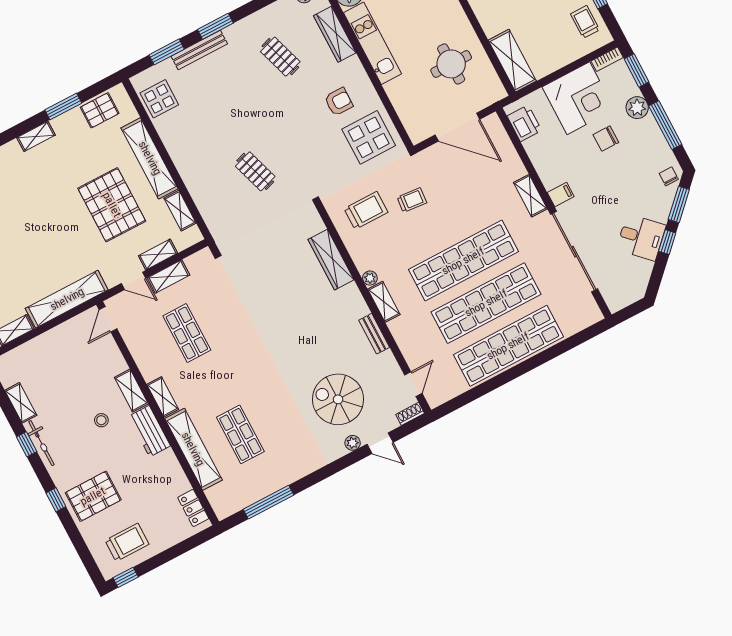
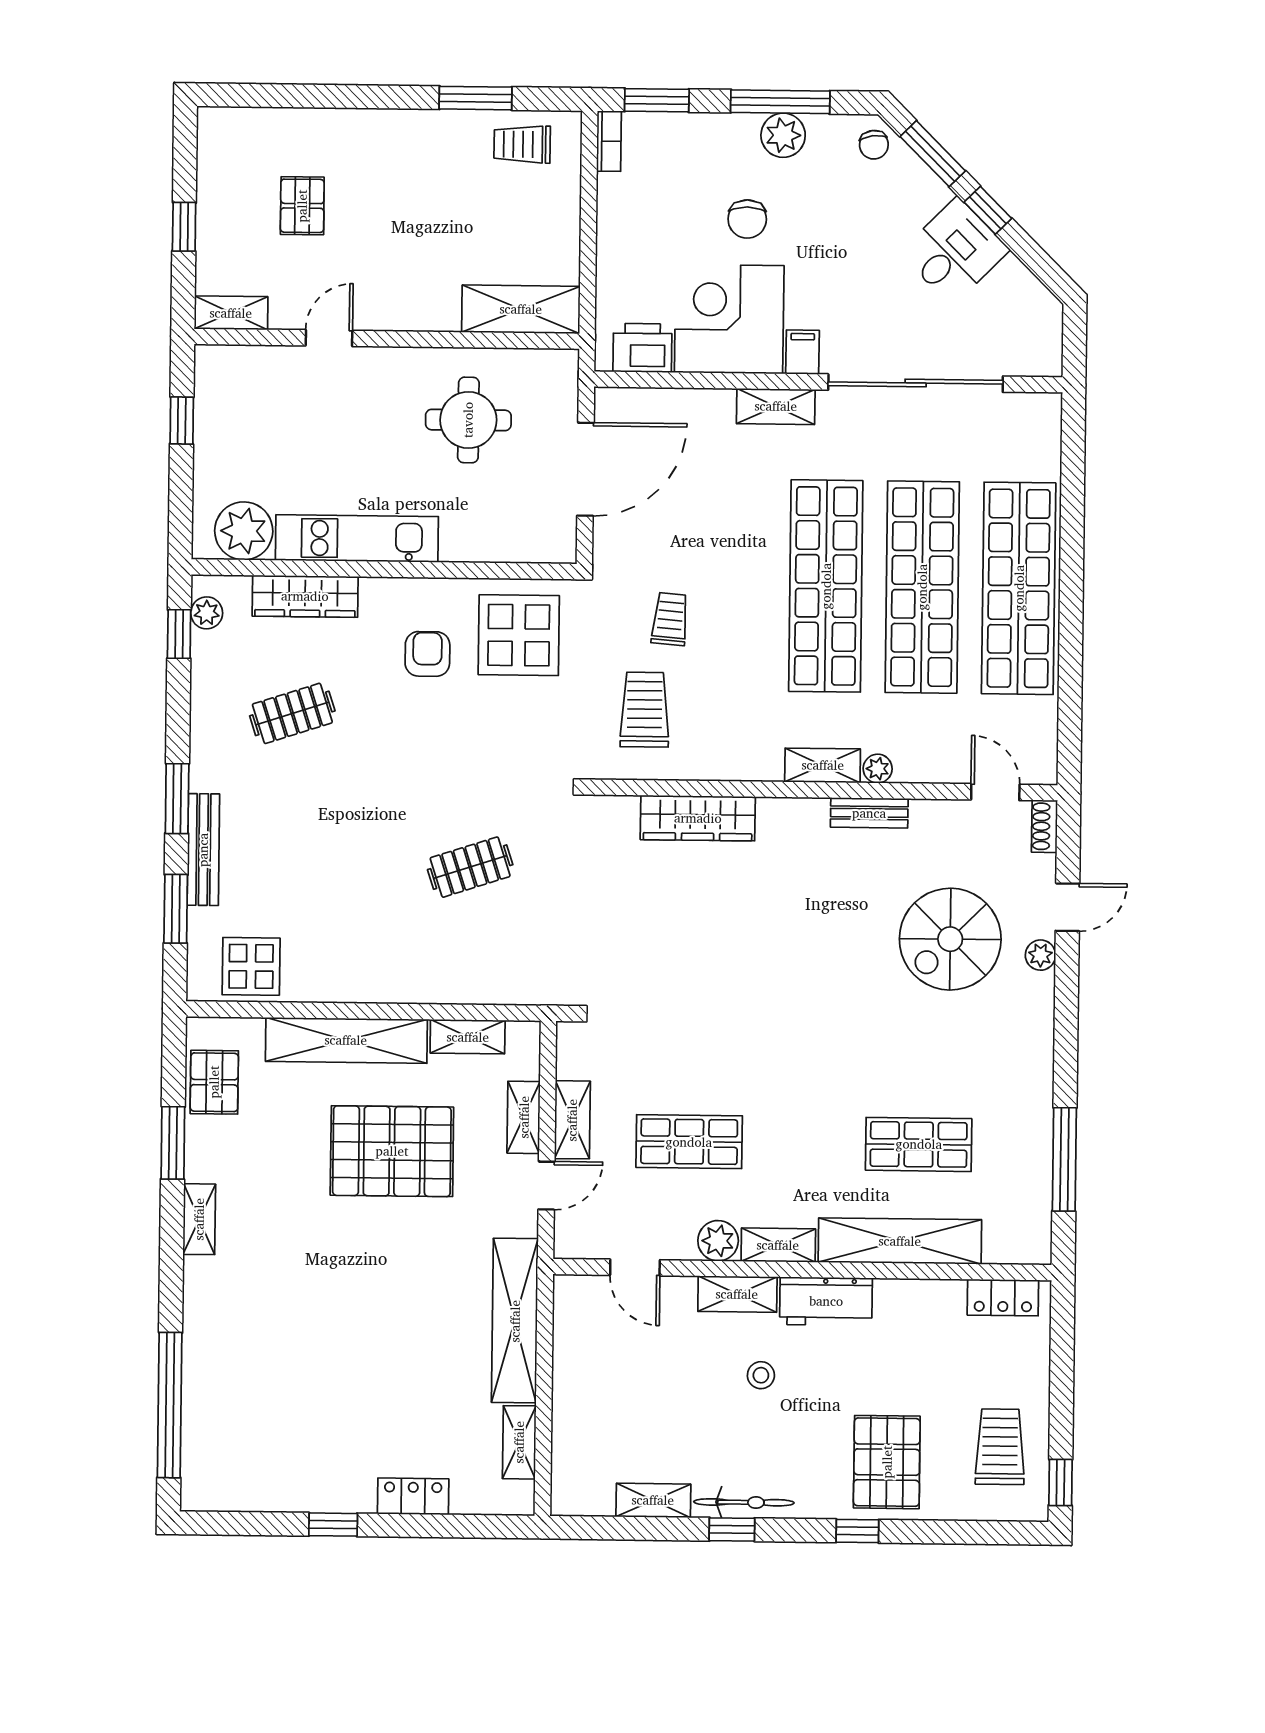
corner desk: (578, 98) -> (729, 319), moved, turned -90
plant: (637, 108) -> (783, 135), moved
chair: (669, 176) -> (874, 145), turned -98
plant: (370, 278) -> (878, 769), moved
door: (108, 319) -> (635, 1268), moved
plant: (150, 369) -> (718, 1241), added

